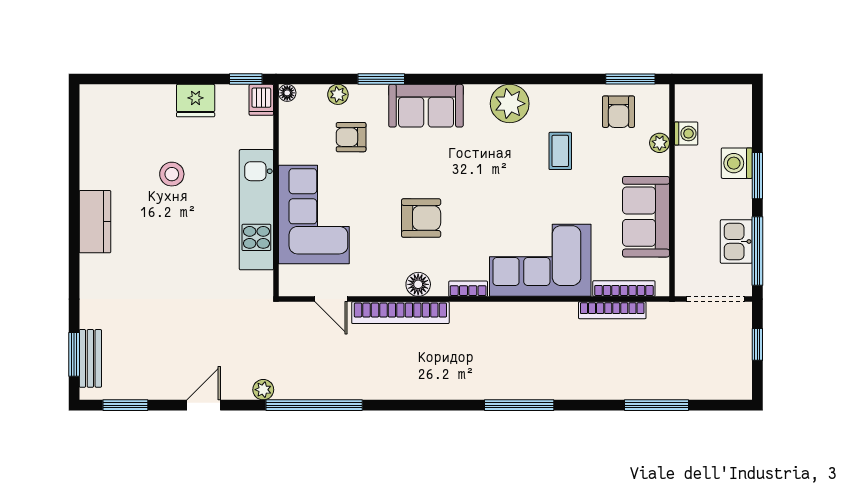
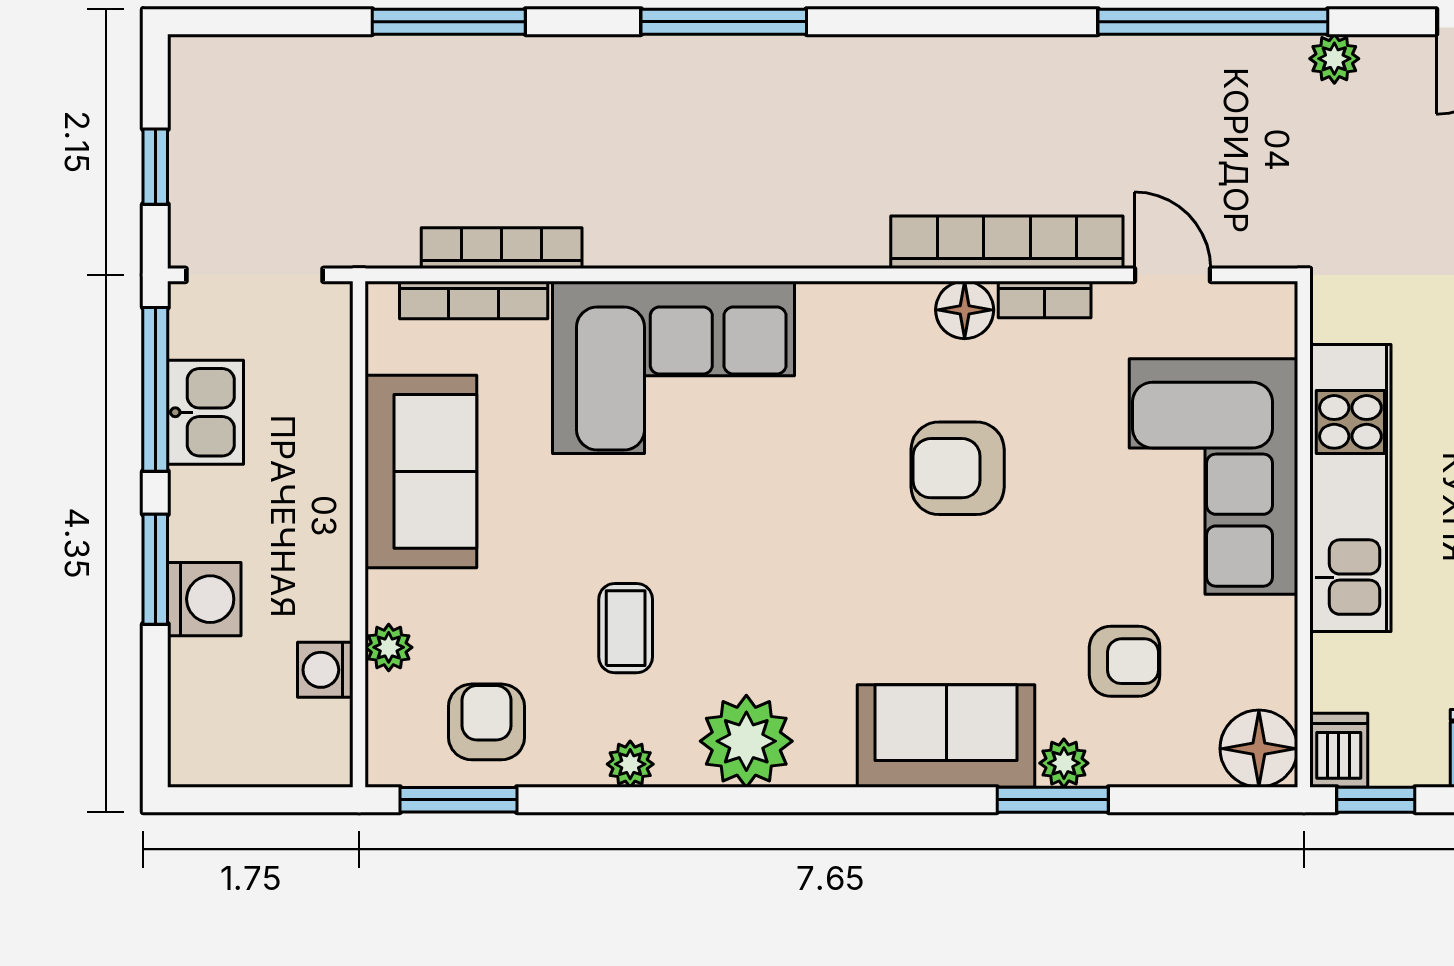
floor lamp: (287, 93) -> (1259, 749), width x1.89, depth x1.89
plant: (338, 94) -> (1064, 763), moved
plant: (558, 94) -> (630, 764), added
bookcase: (468, 289) -> (1045, 299), moved
window: (657, 405) -> (449, 22), moved

